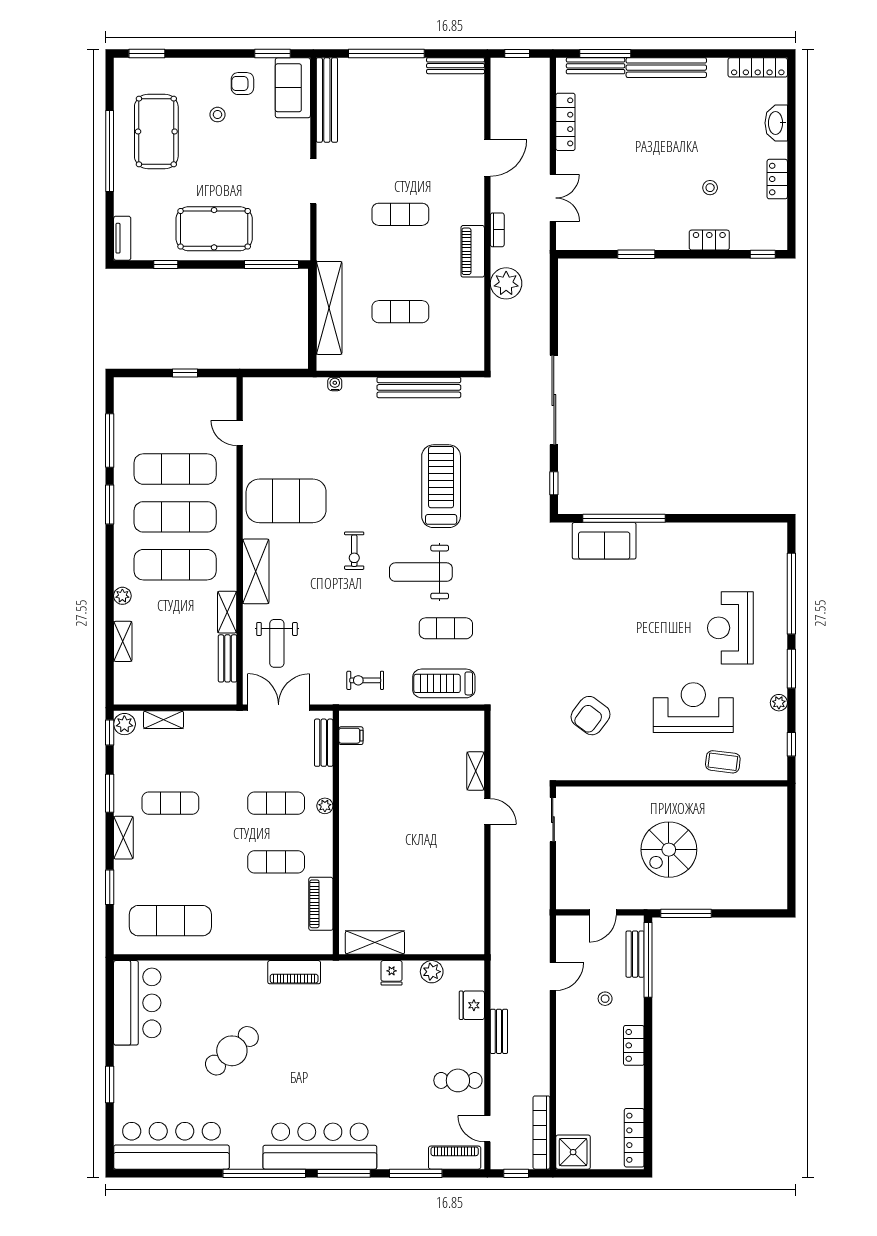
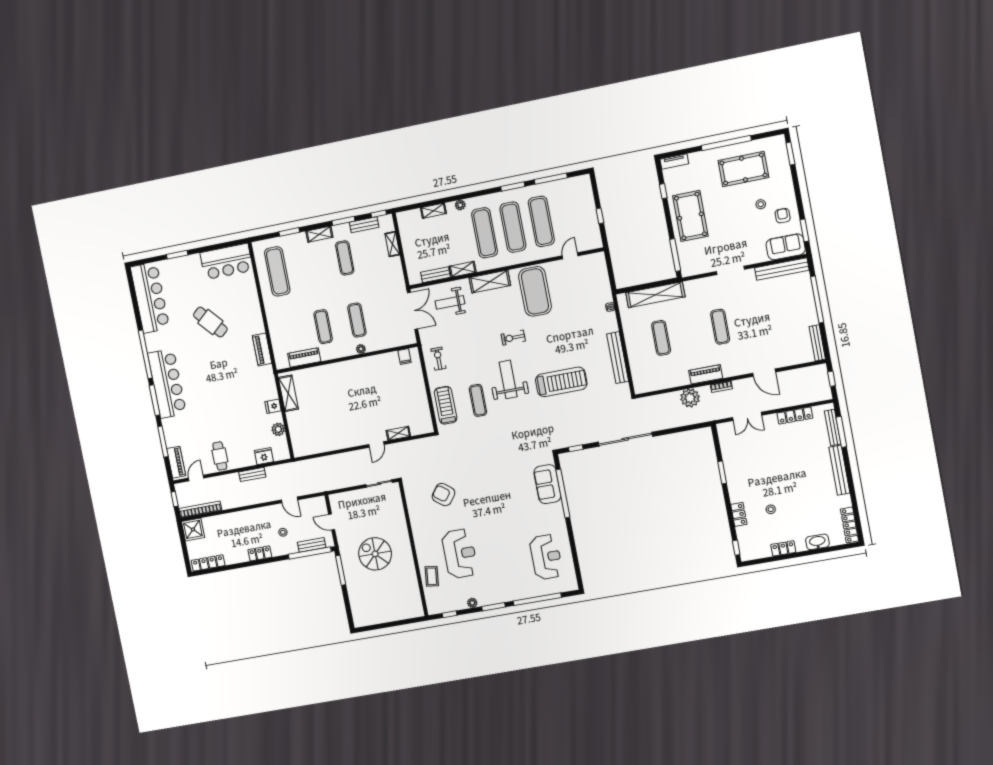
reception desk: (730, 628) -> (546, 557), moved, turned 90
plant: (124, 724) -> (385, 222), removed
bench: (324, 743) -> (364, 225), moved

